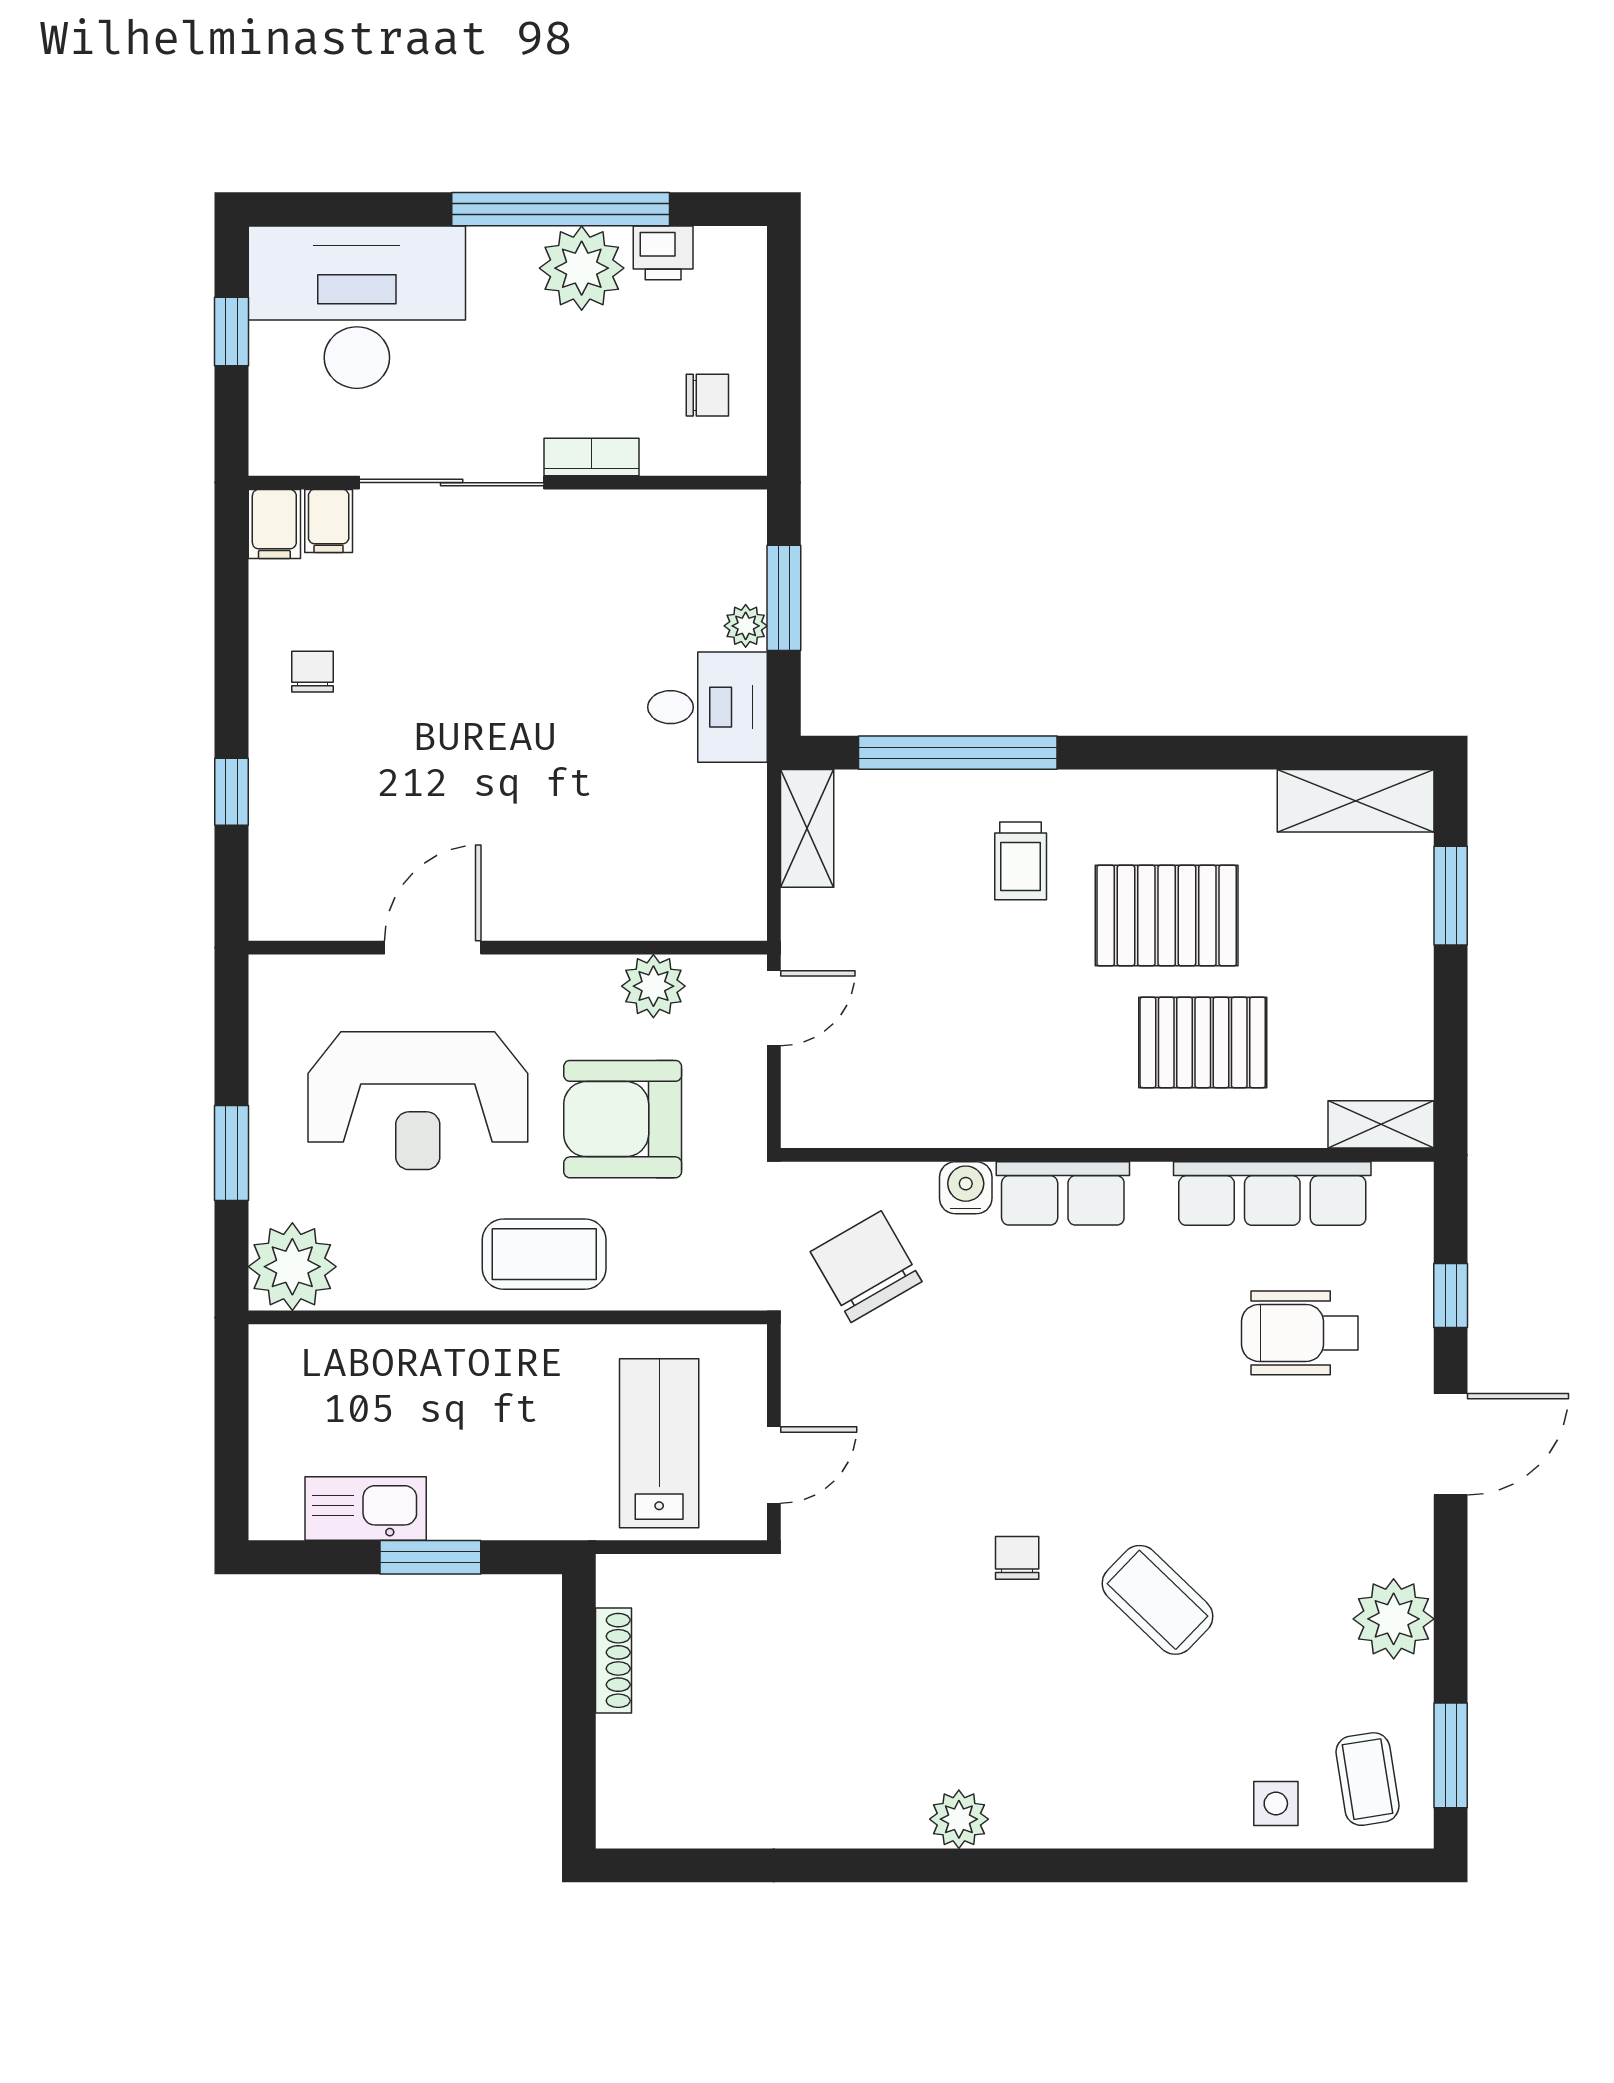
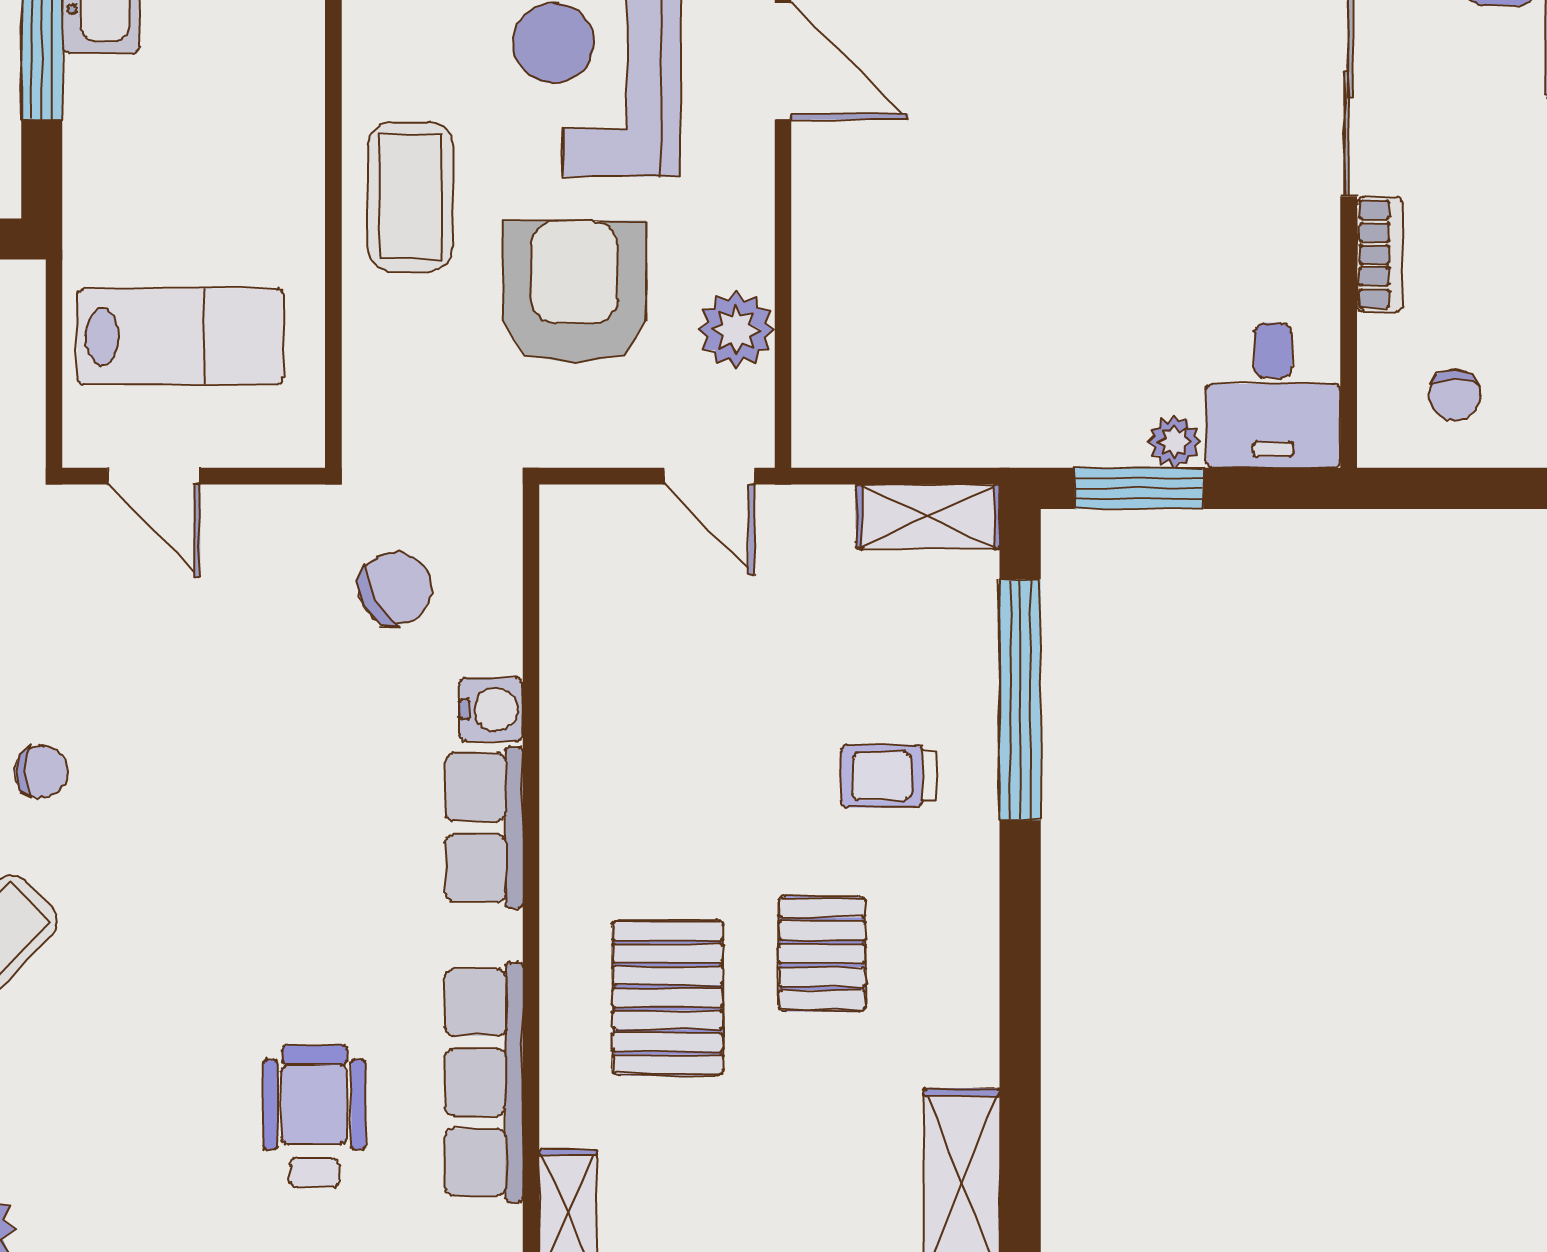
window: (784, 598) -> (1139, 488), moved
desk: (707, 707) -> (1273, 395), moved
pallet: (1167, 916) -> (822, 954), width x0.67, depth x0.71
chair: (866, 1267) -> (395, 588), width x0.73, depth x0.73

